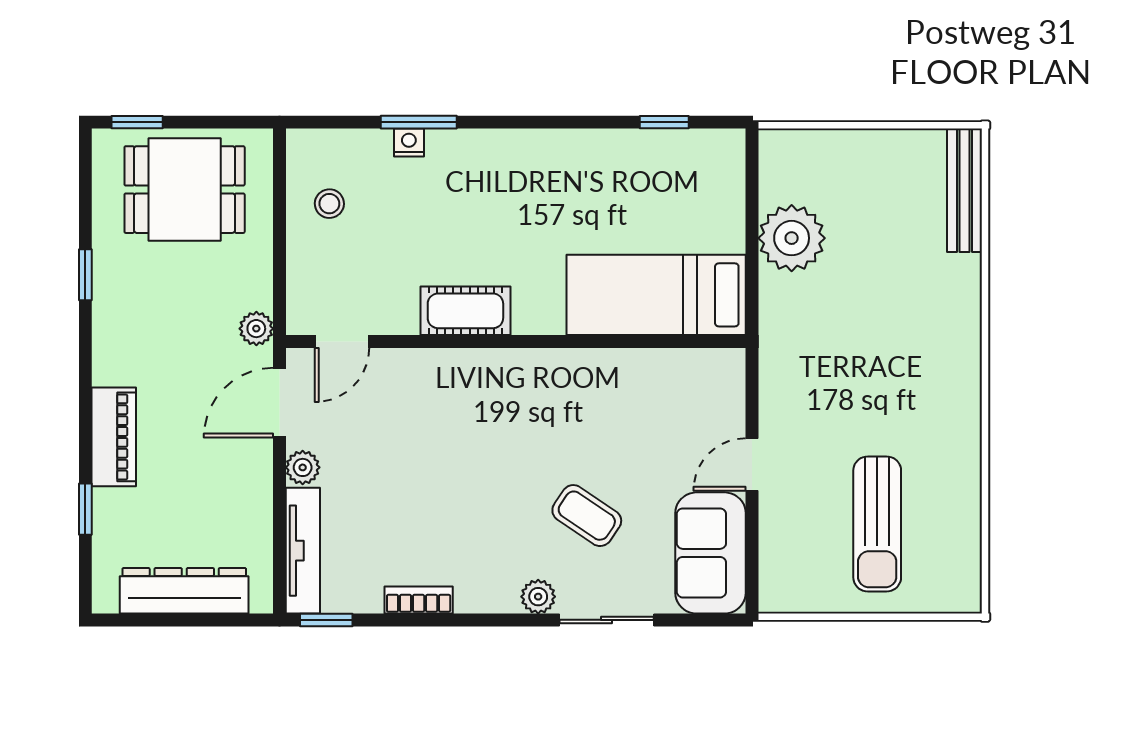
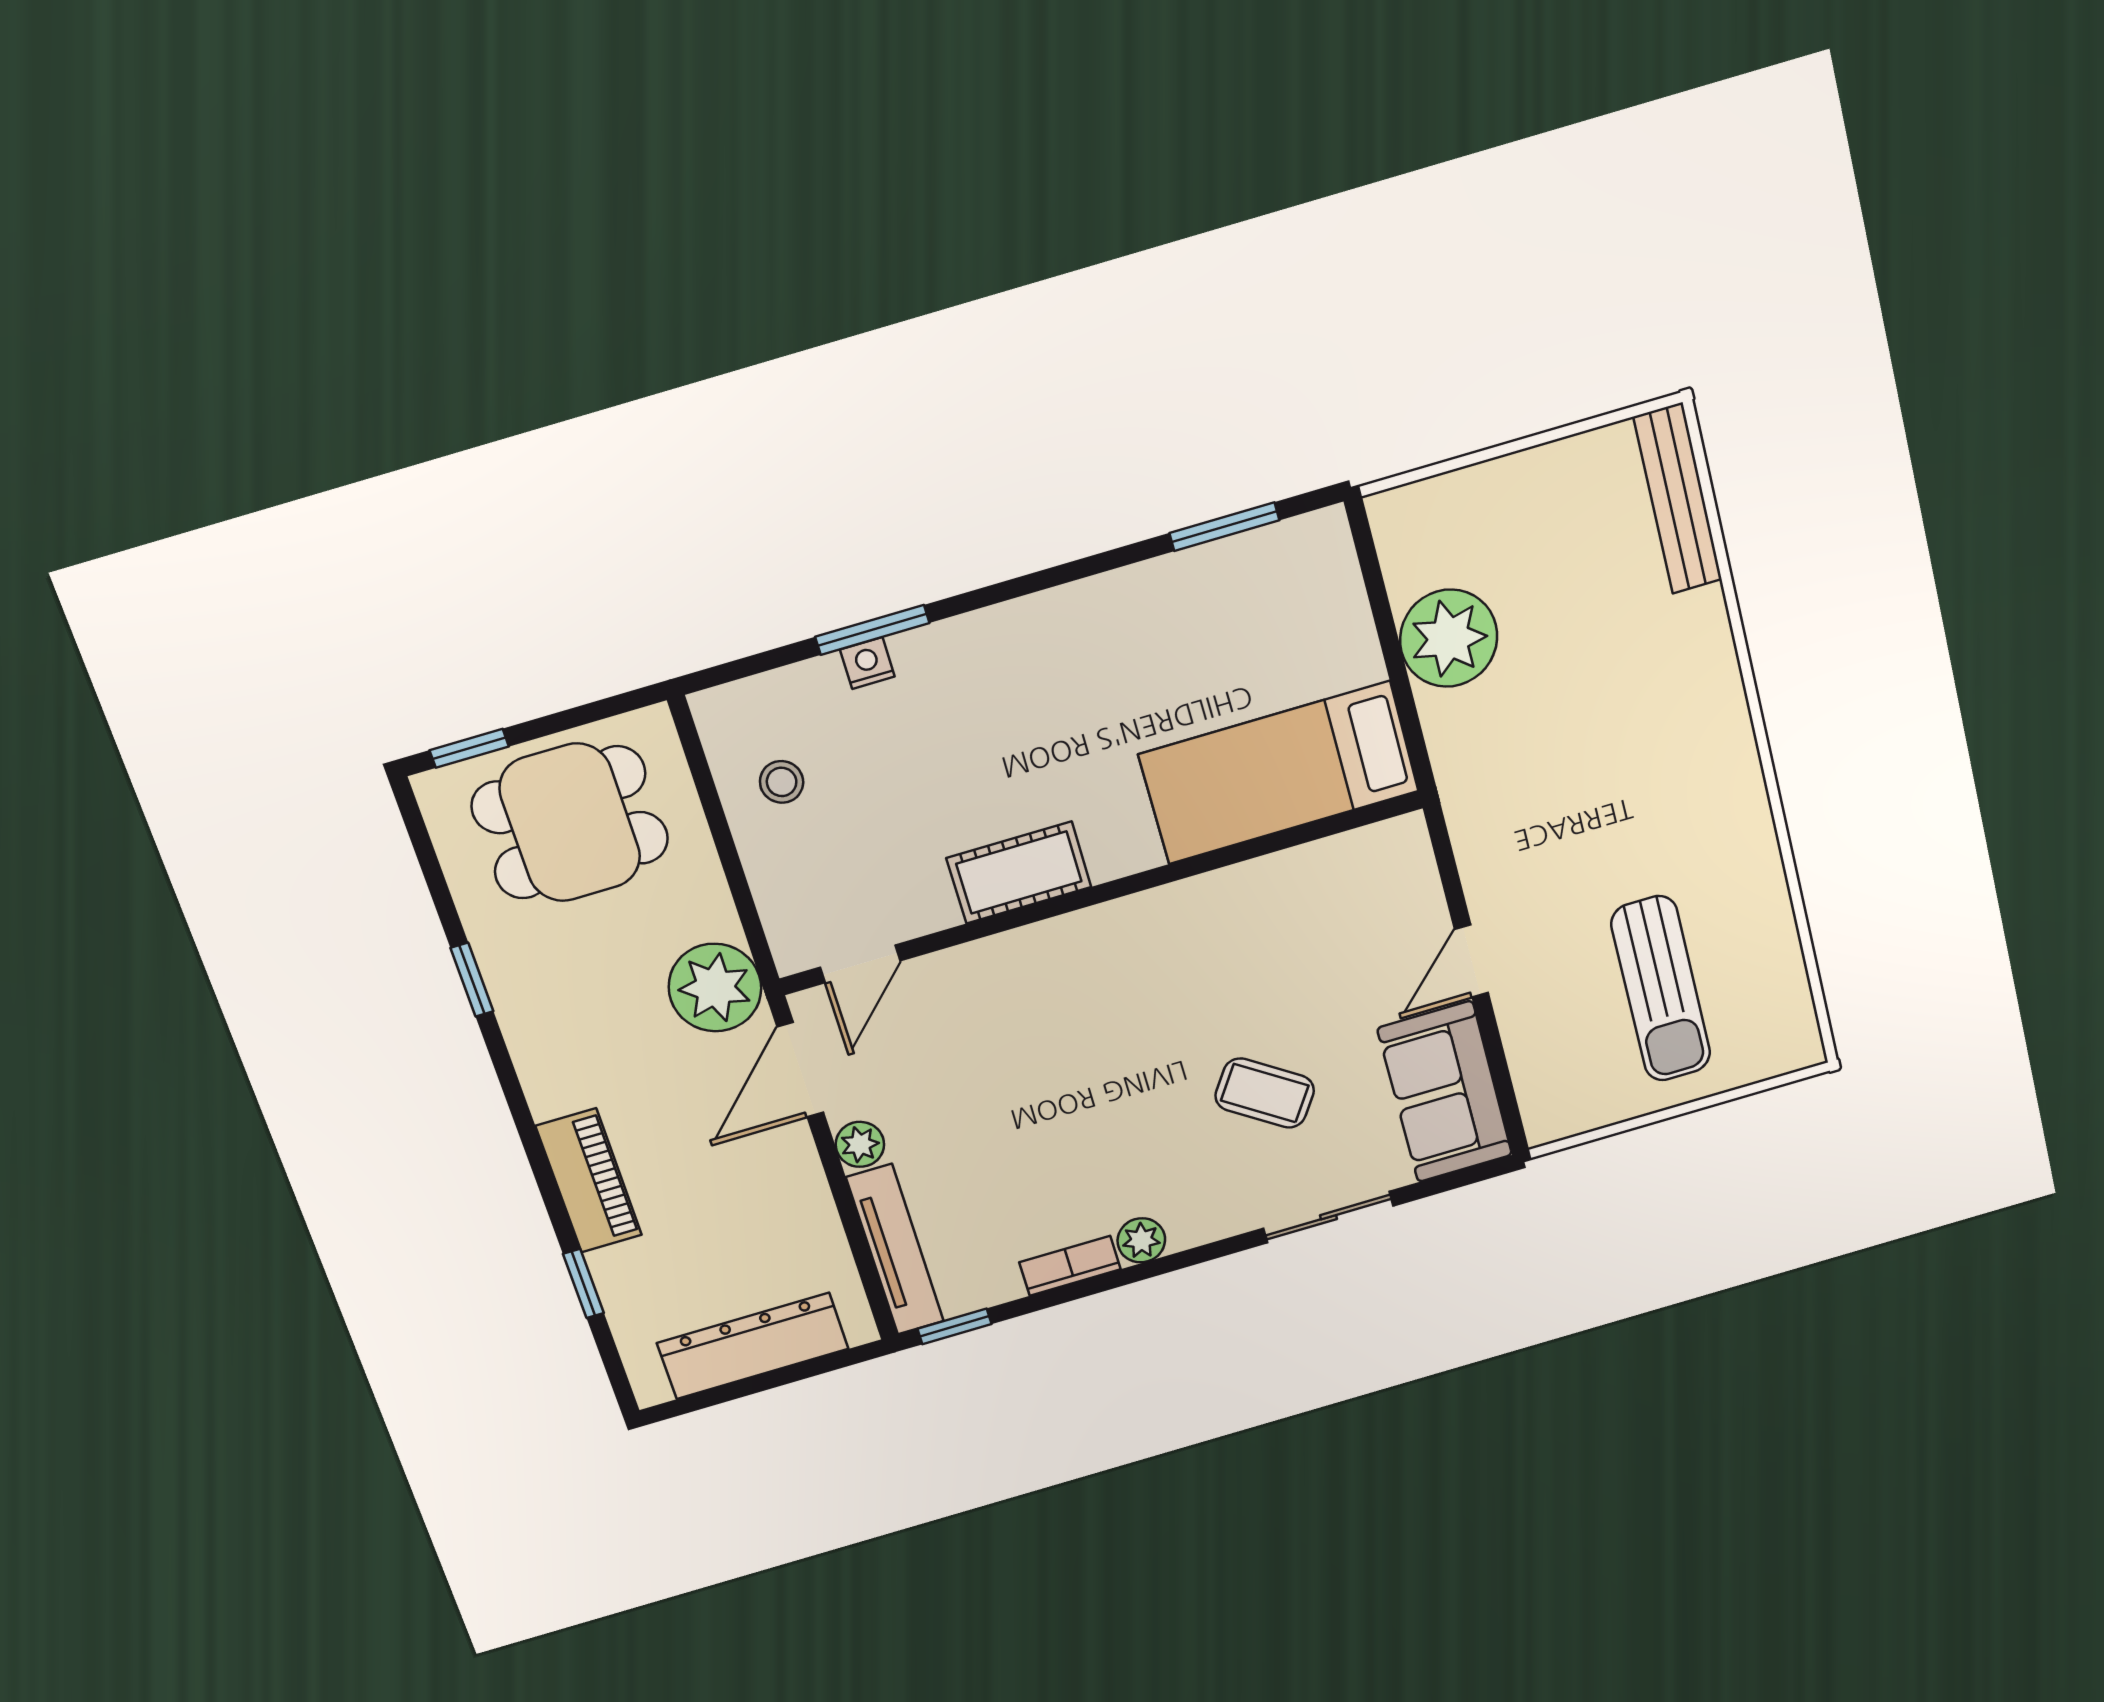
window: (664, 122) -> (1224, 527), width x1.50
plant: (256, 329) -> (715, 988), width x1.88, depth x1.88
plant: (538, 597) -> (1141, 1240), moved

